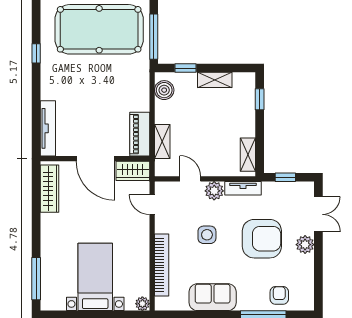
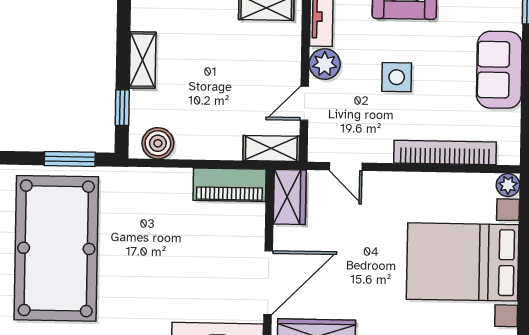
window: (154, 37) -> (70, 159), width x0.69
shelving: (162, 142) -> (271, 148), moved
door: (96, 159) -> (268, 283), moved
door: (152, 205) -> (346, 166), hinge flipped
bed with nightstands: (95, 277) -> (463, 262), width x1.36

